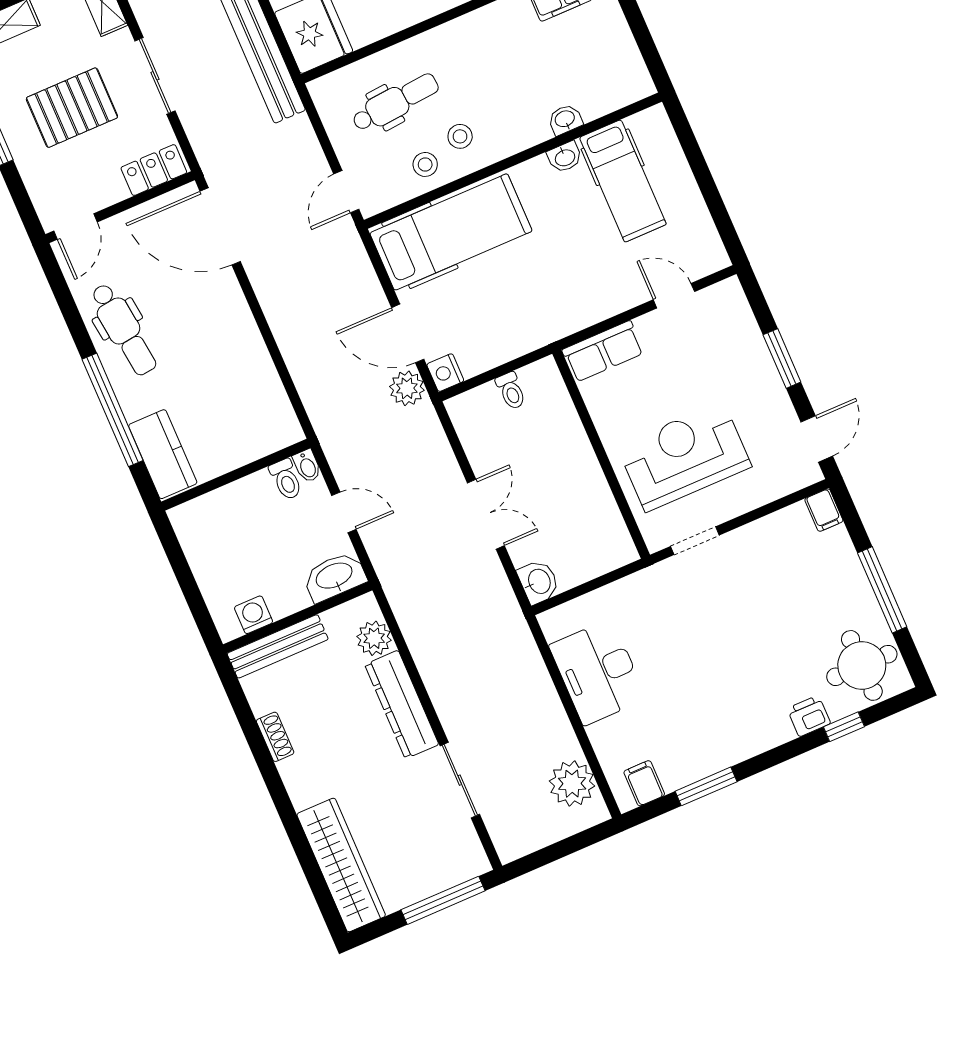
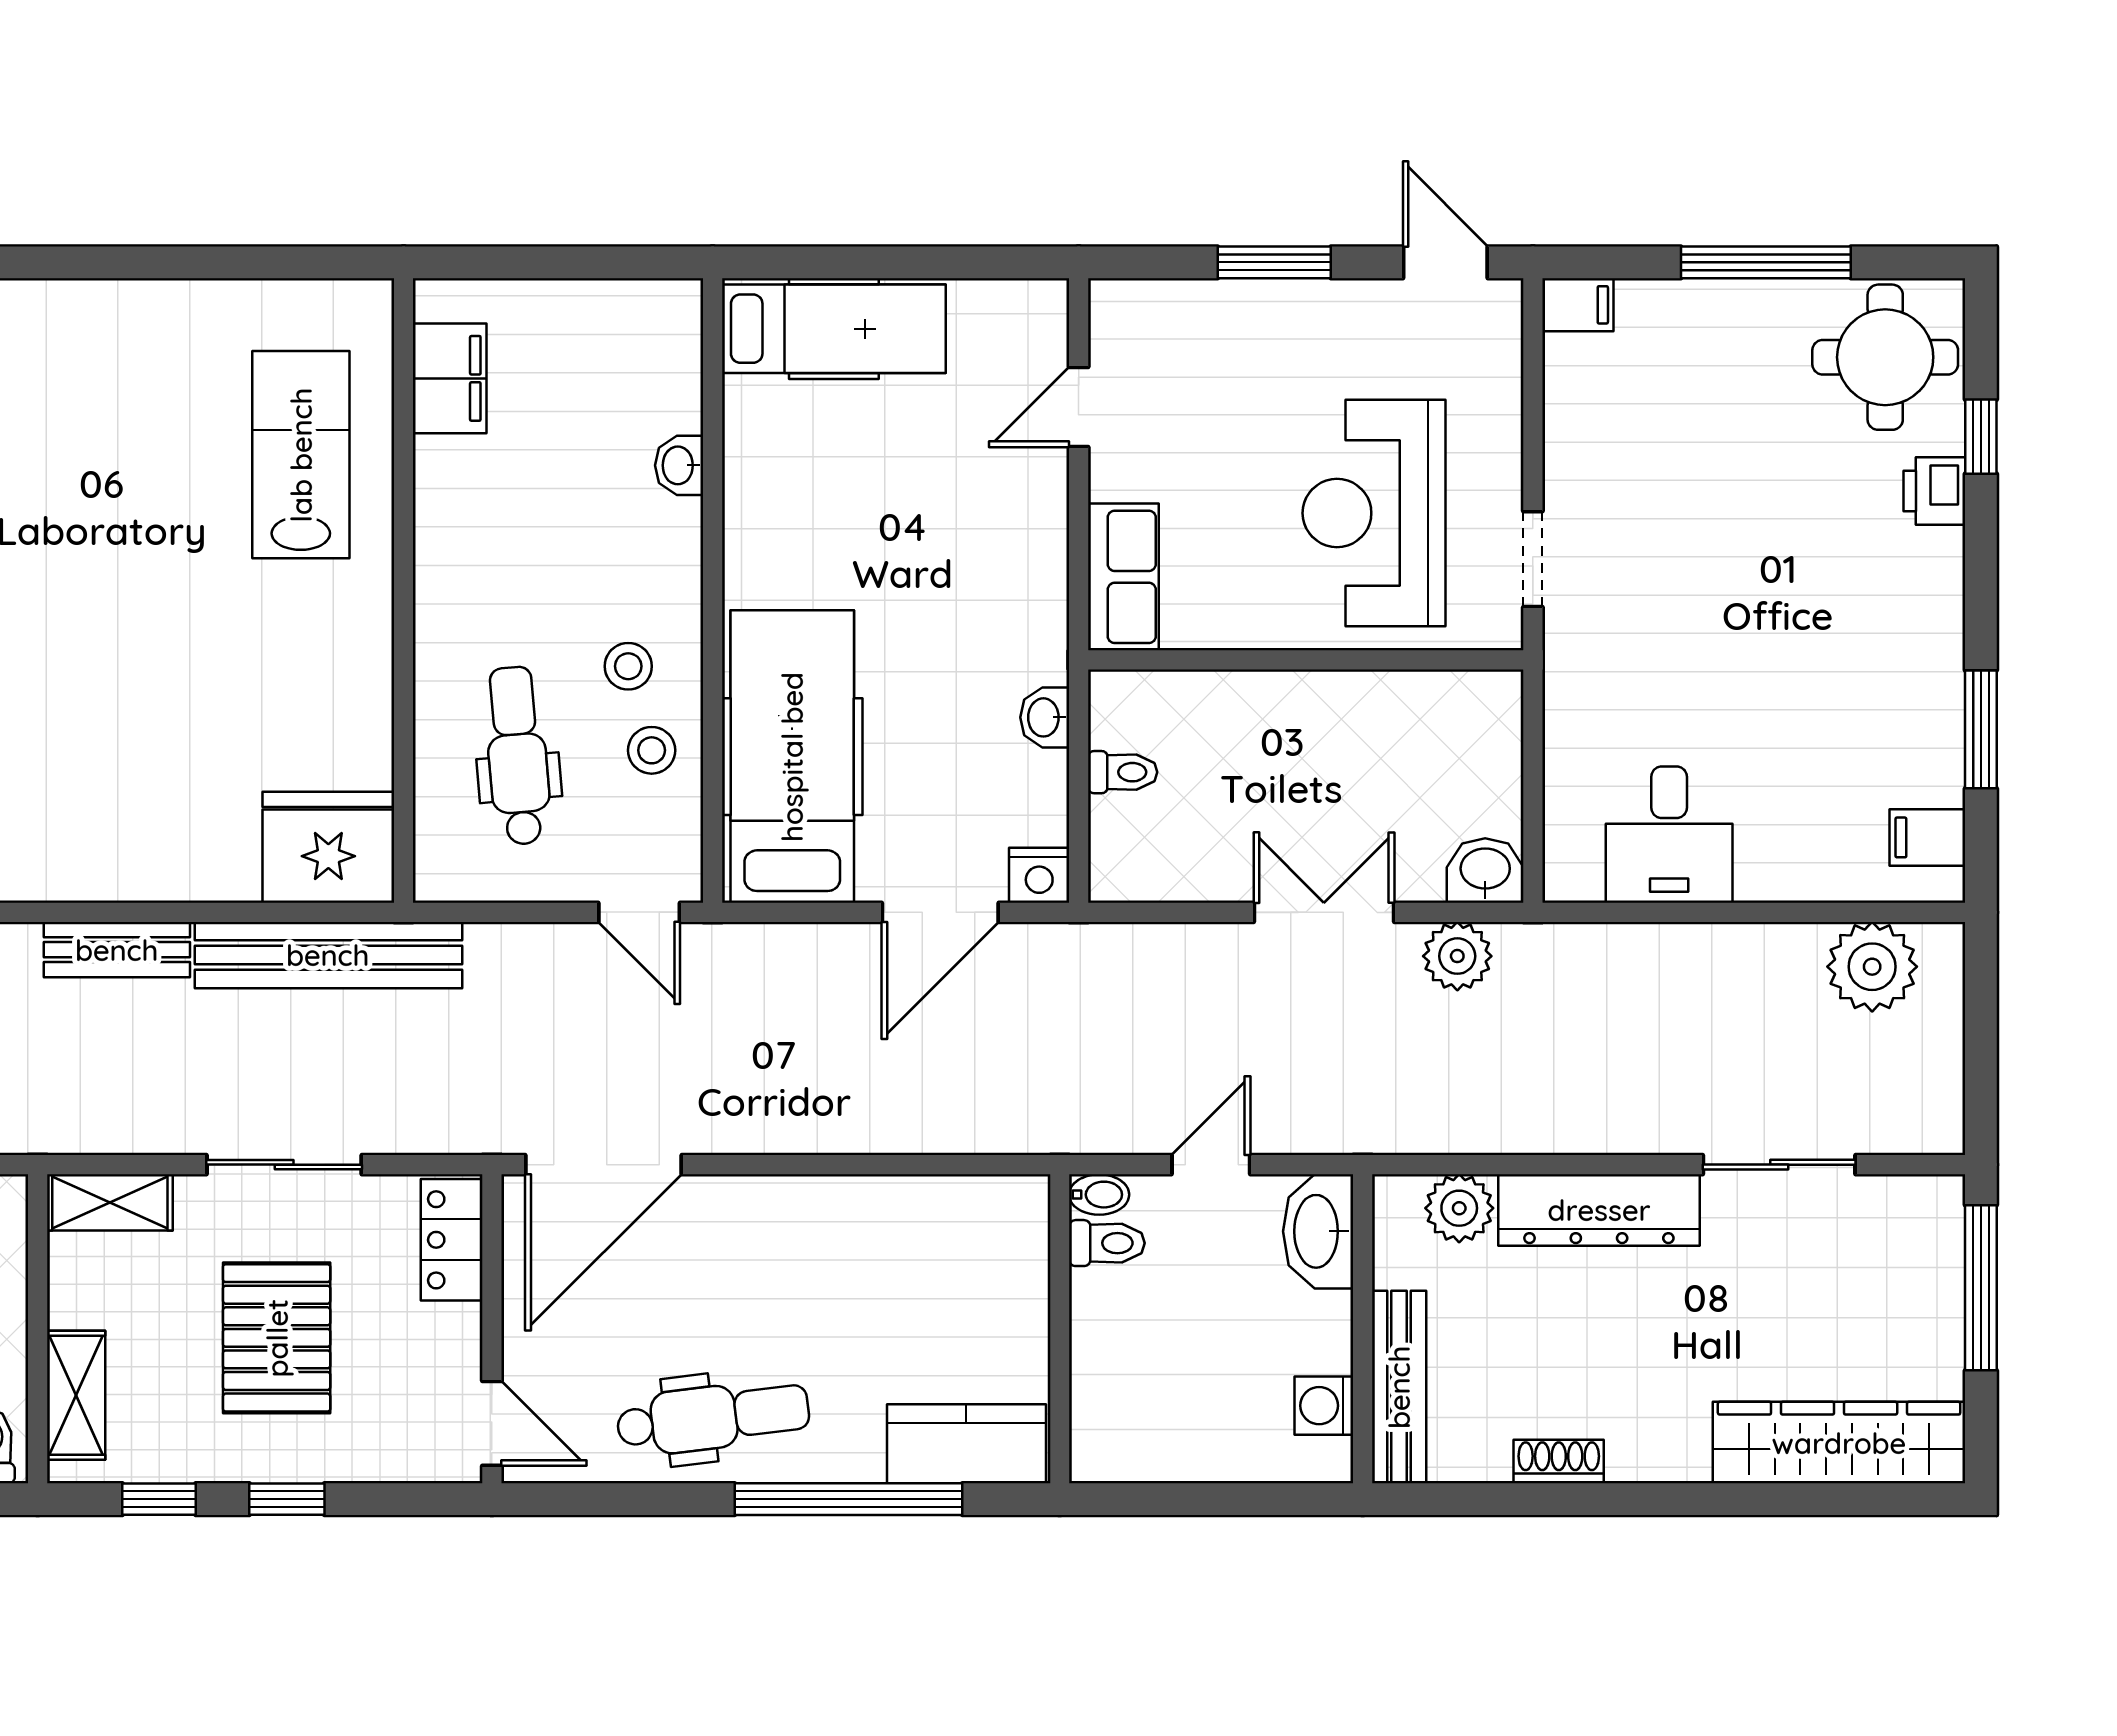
washbasin: (565, 157) -> (1045, 717), moved, turned 180
hospital bed: (623, 181) -> (834, 329), moved
plant: (407, 388) -> (1457, 956), moved
desk: (598, 672) -> (1669, 835), width x0.73

